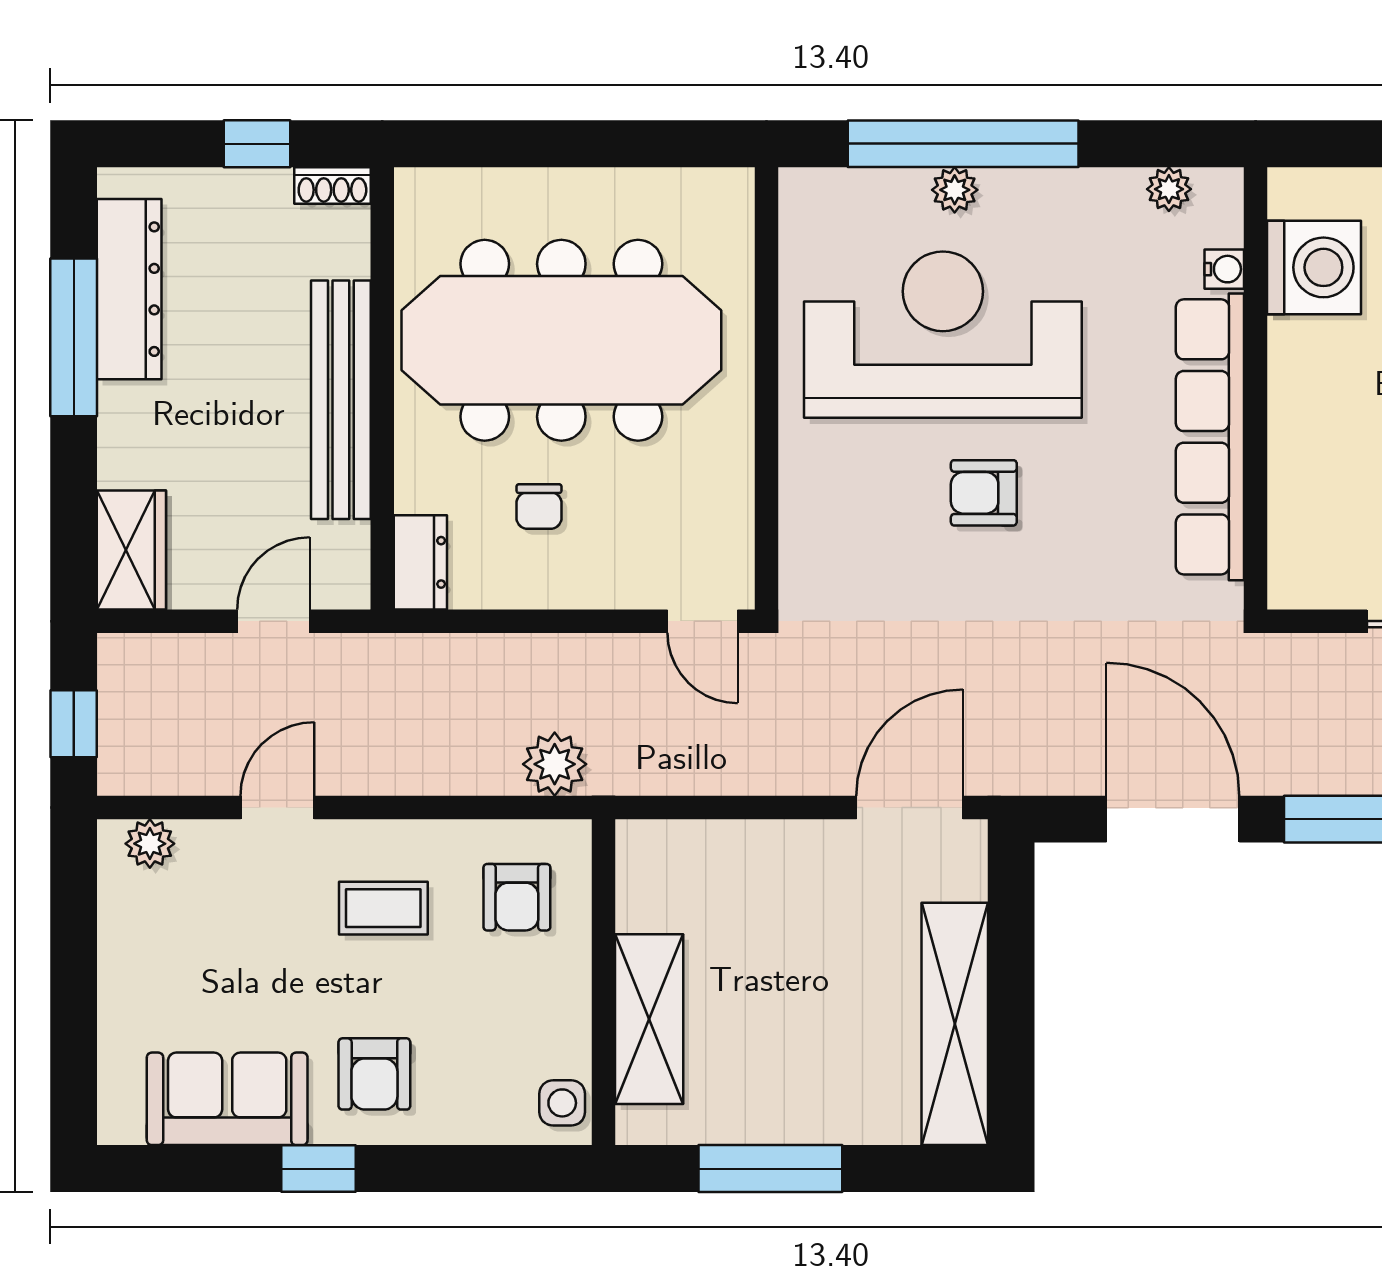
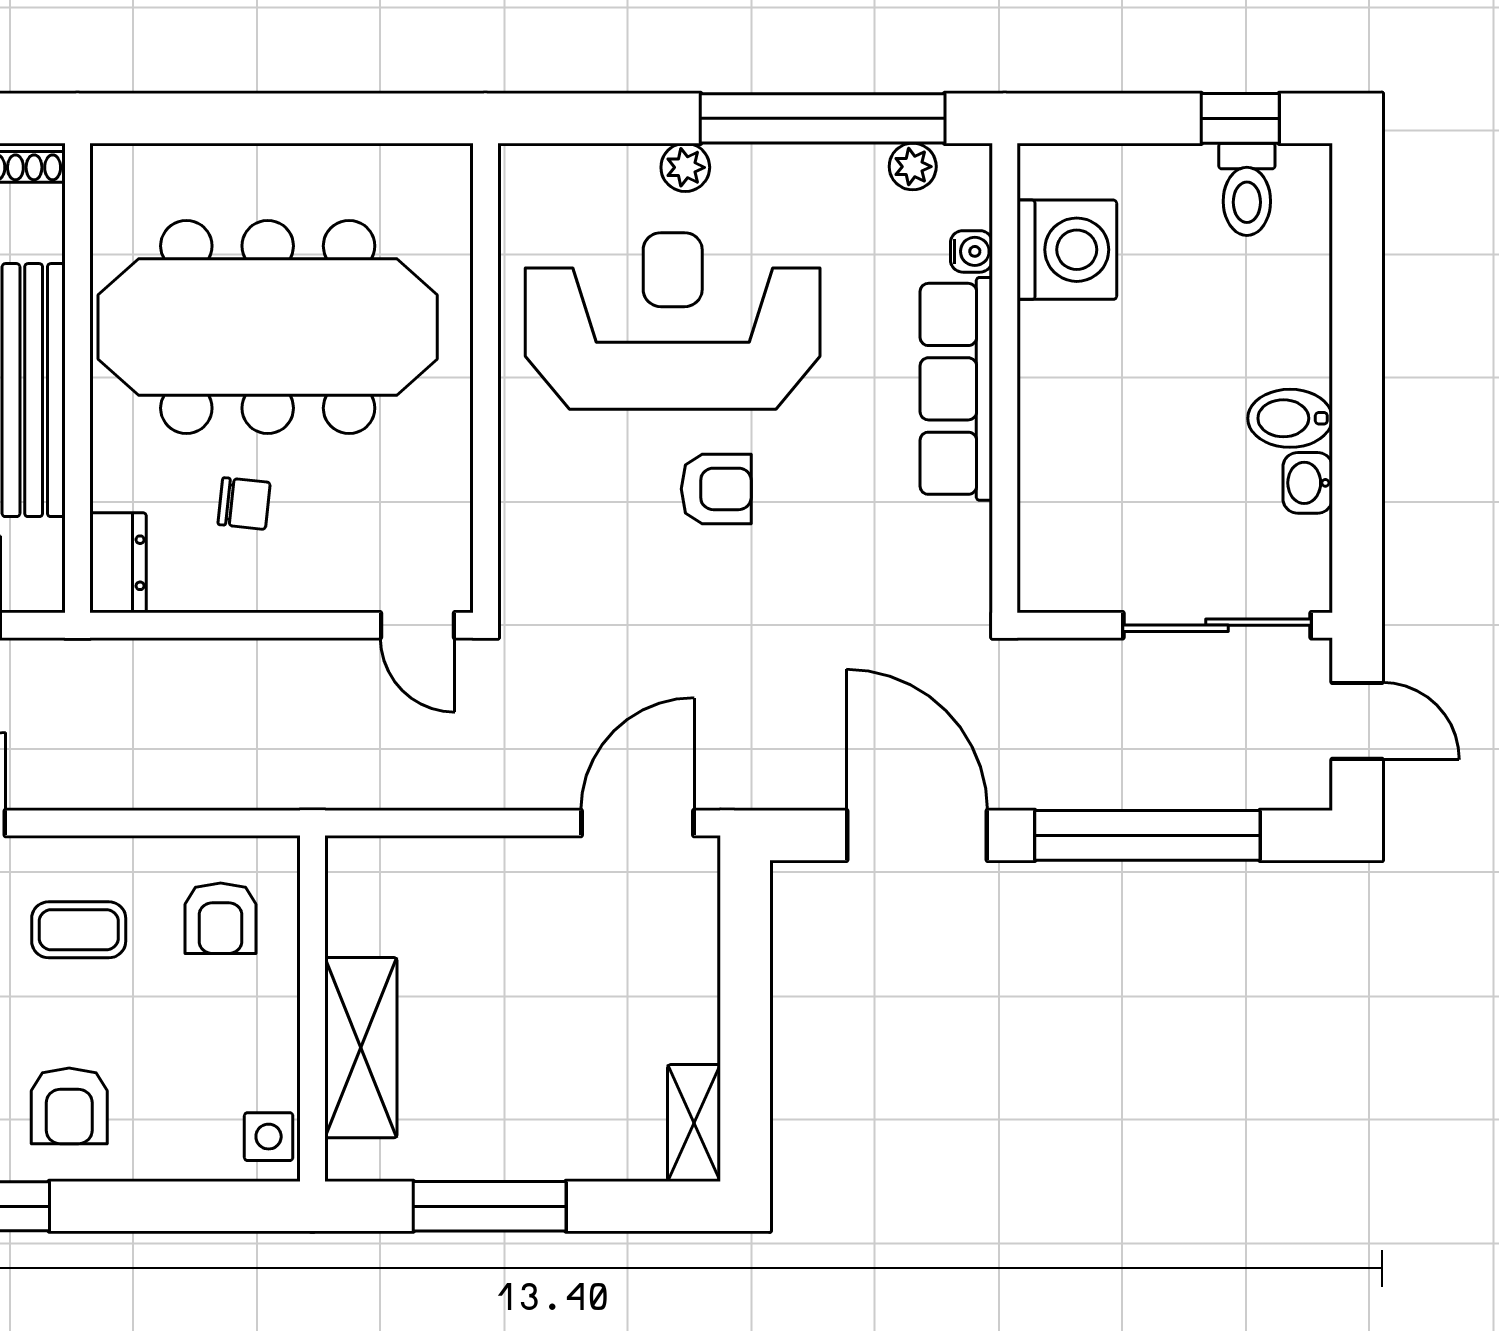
window: (963, 144) -> (823, 118), moved
row of seats: (1210, 437) -> (956, 389), width x0.73
armchair: (984, 493) -> (716, 489), turned 180
chair: (539, 507) -> (244, 503), turned -84
plant: (555, 764) -> (261, 777), removed
shelving: (955, 1024) -> (694, 1123), width x0.45, depth x0.75

